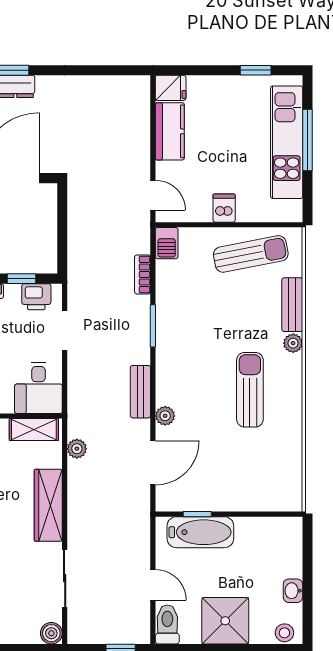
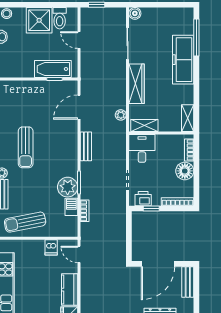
dishwasher: (224, 208) -> (51, 247), moved
barbecue: (167, 243) -> (71, 207), moved
plant: (165, 416) -> (68, 187), moved, width x1.87, depth x1.87
toilet: (167, 624) -> (60, 18), moved

